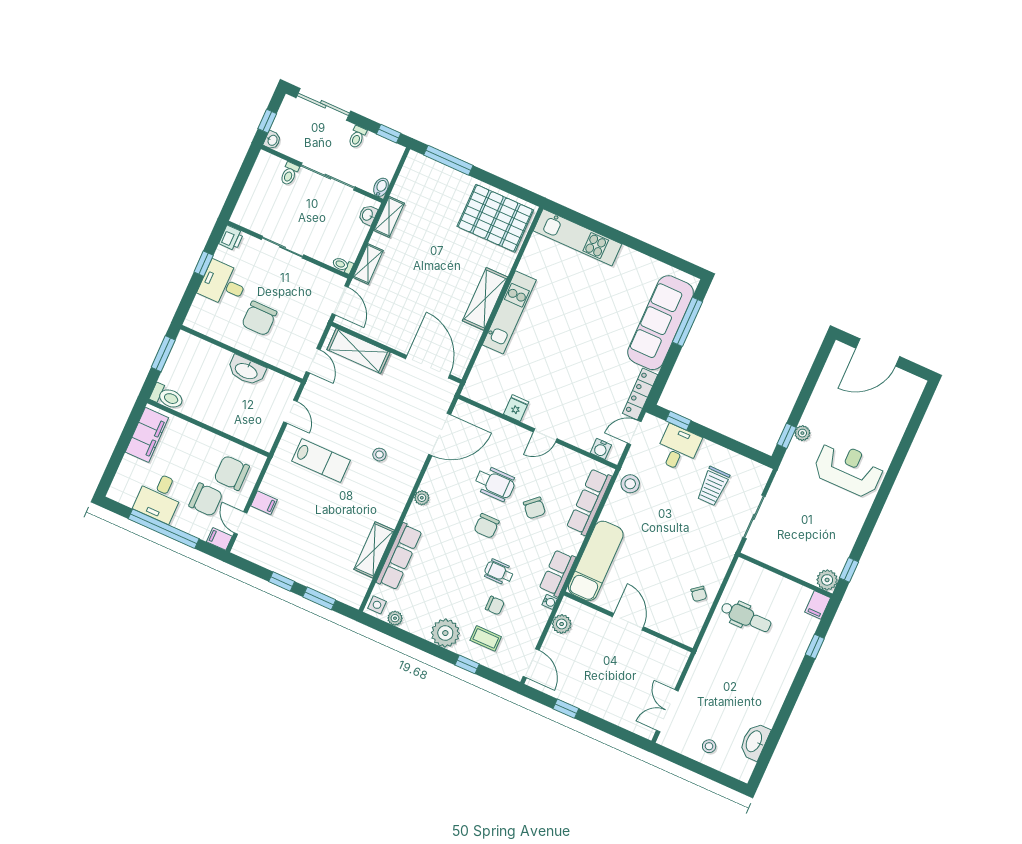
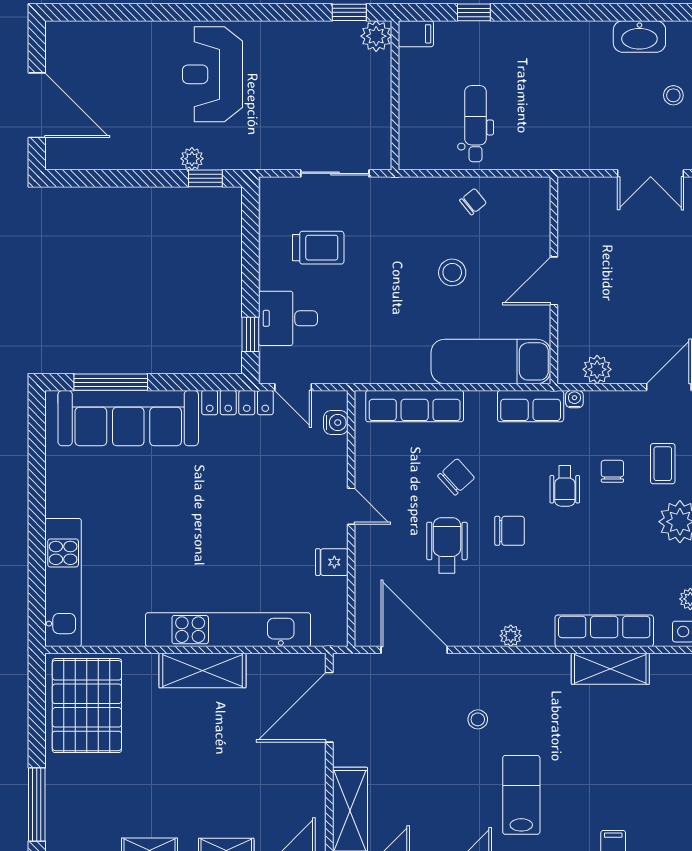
kitchen unit: (509, 312) -> (228, 630), width x1.36
stool: (630, 484) -> (452, 272), moved

